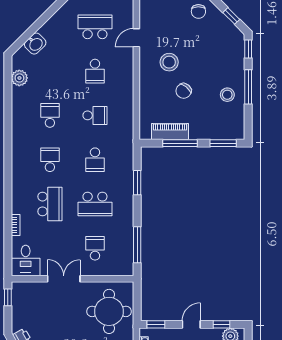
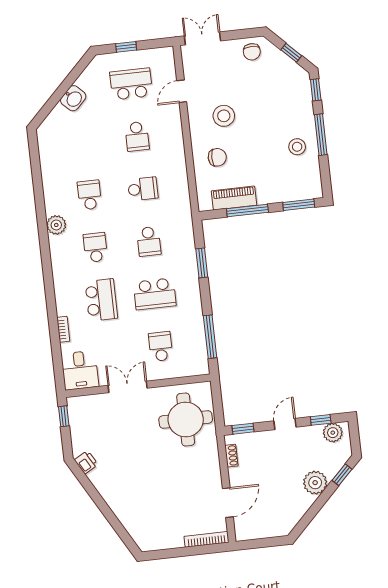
washbasin: (35, 44) -> (73, 98), moved
plant: (19, 78) -> (56, 225), moved
chair: (184, 91) -> (217, 157), moved, turned -130

